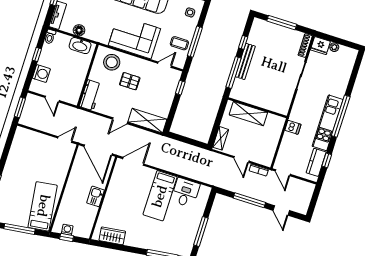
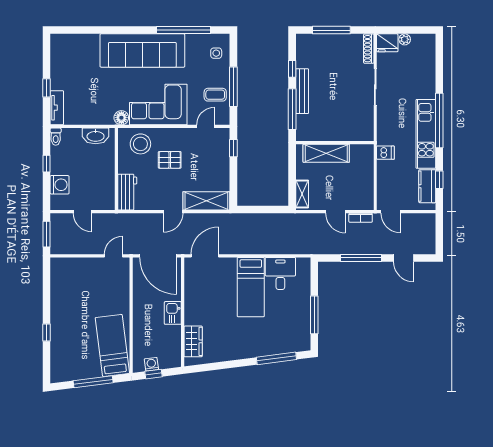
floor lamp: (79, 30) -> (121, 118), moved
wardrobe: (112, 236) -> (193, 341), moved, turned 97

